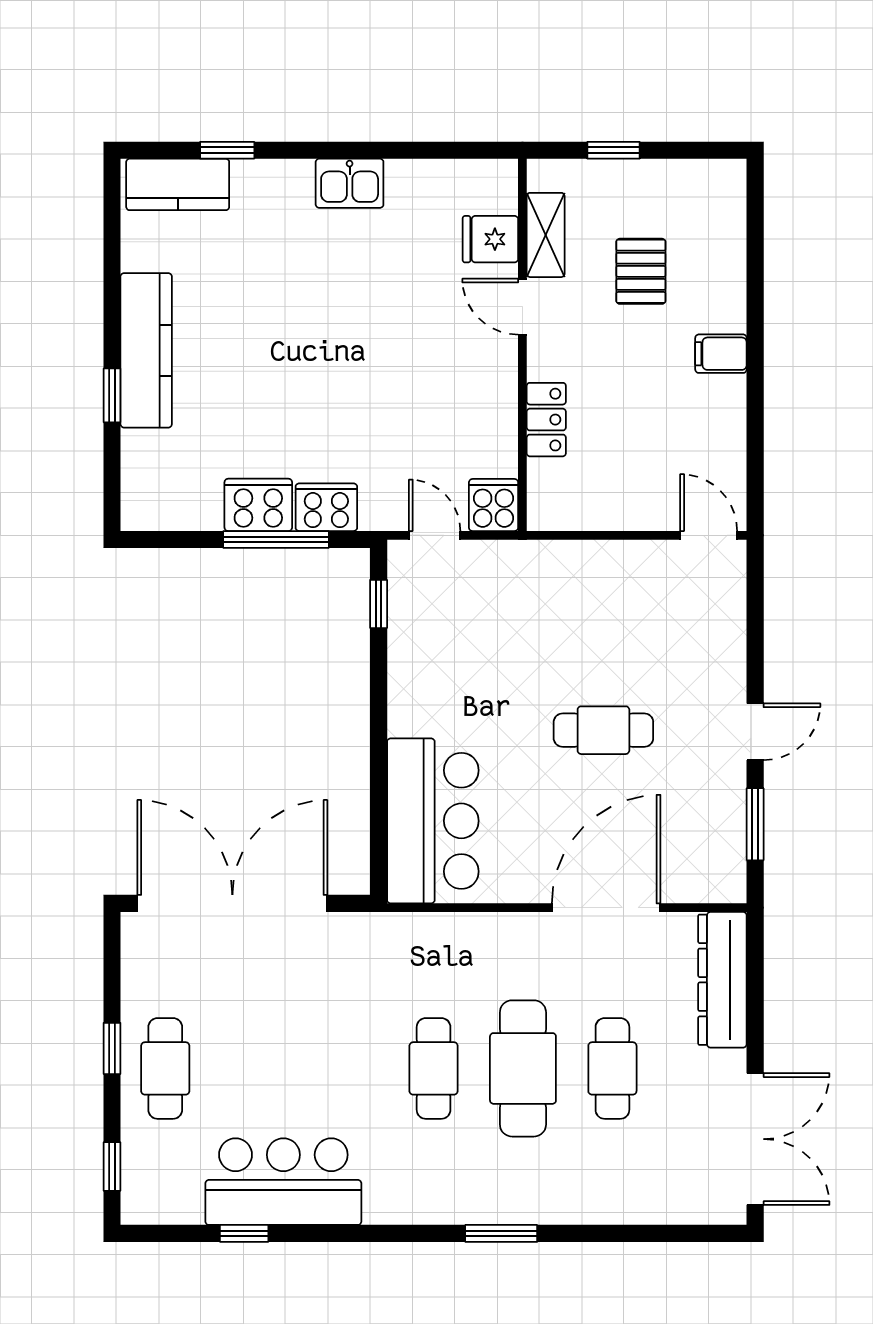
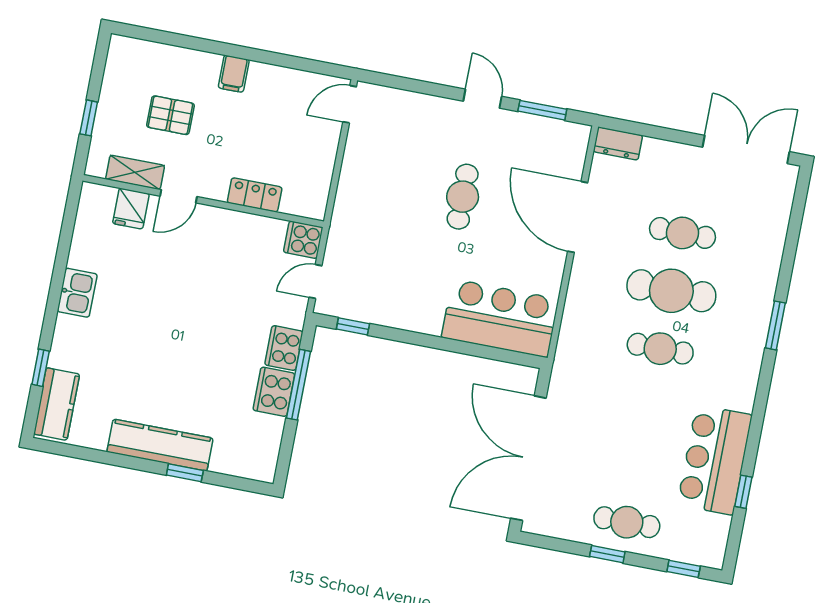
dresser: (722, 980) -> (618, 144), width x0.51, depth x0.80

